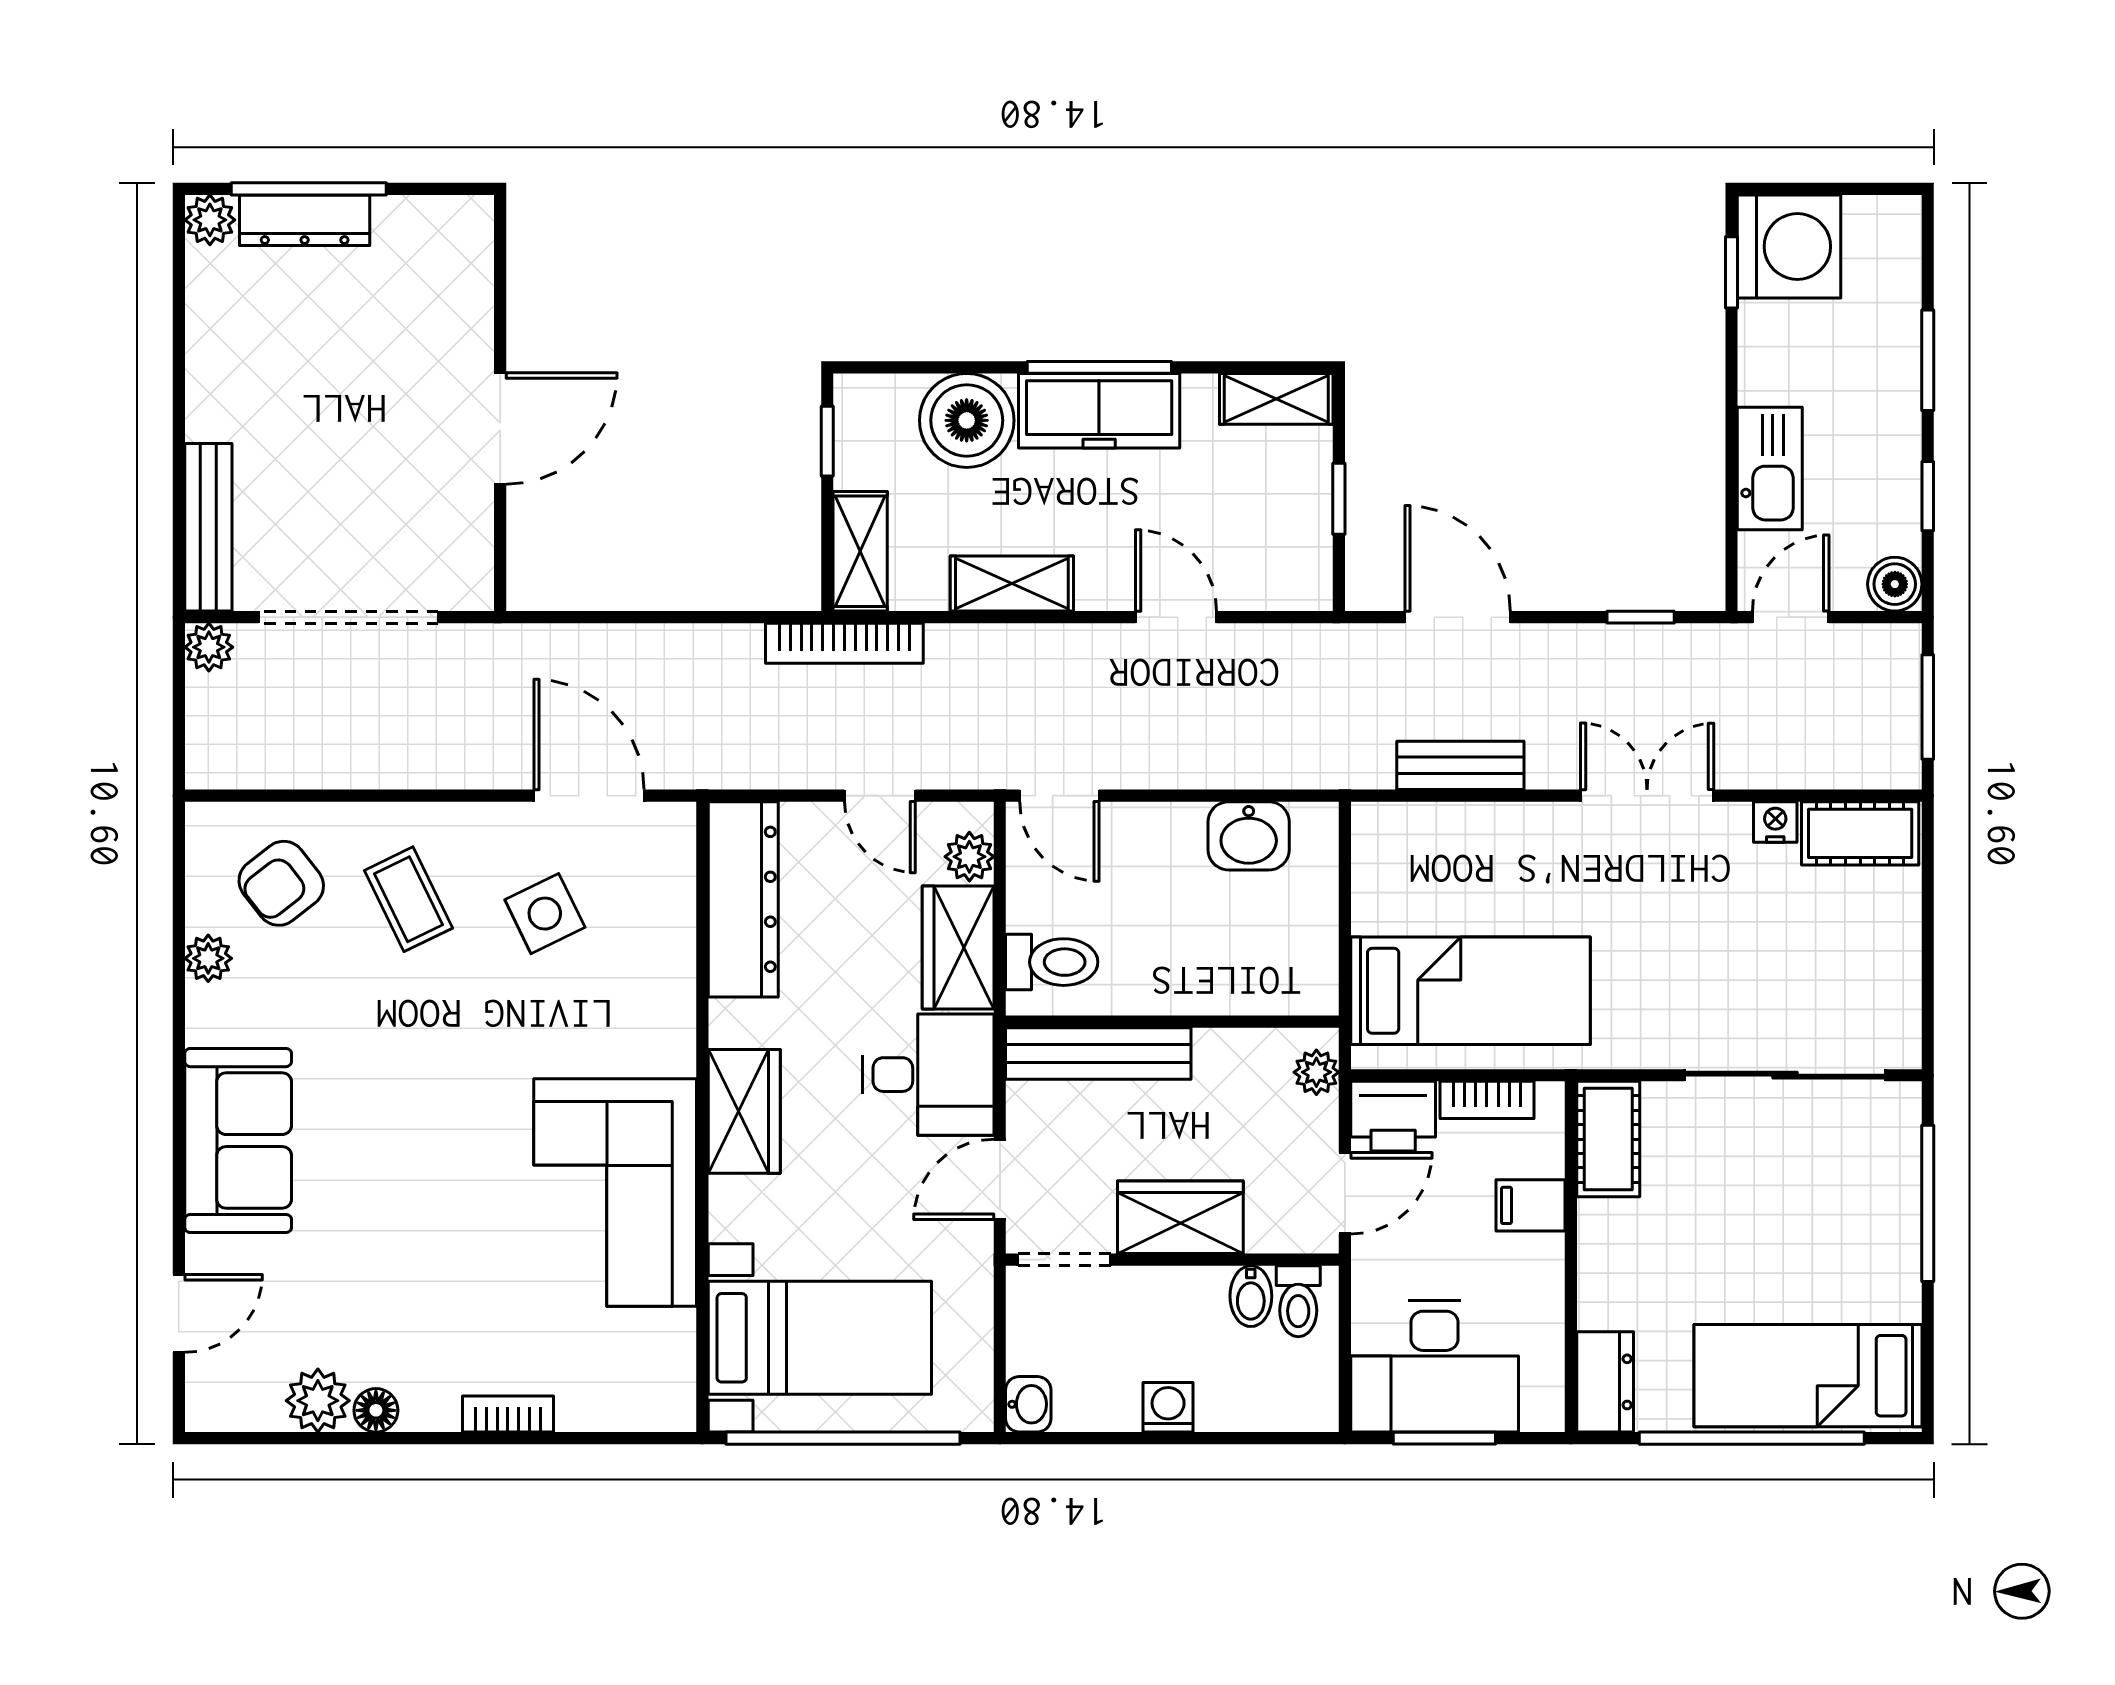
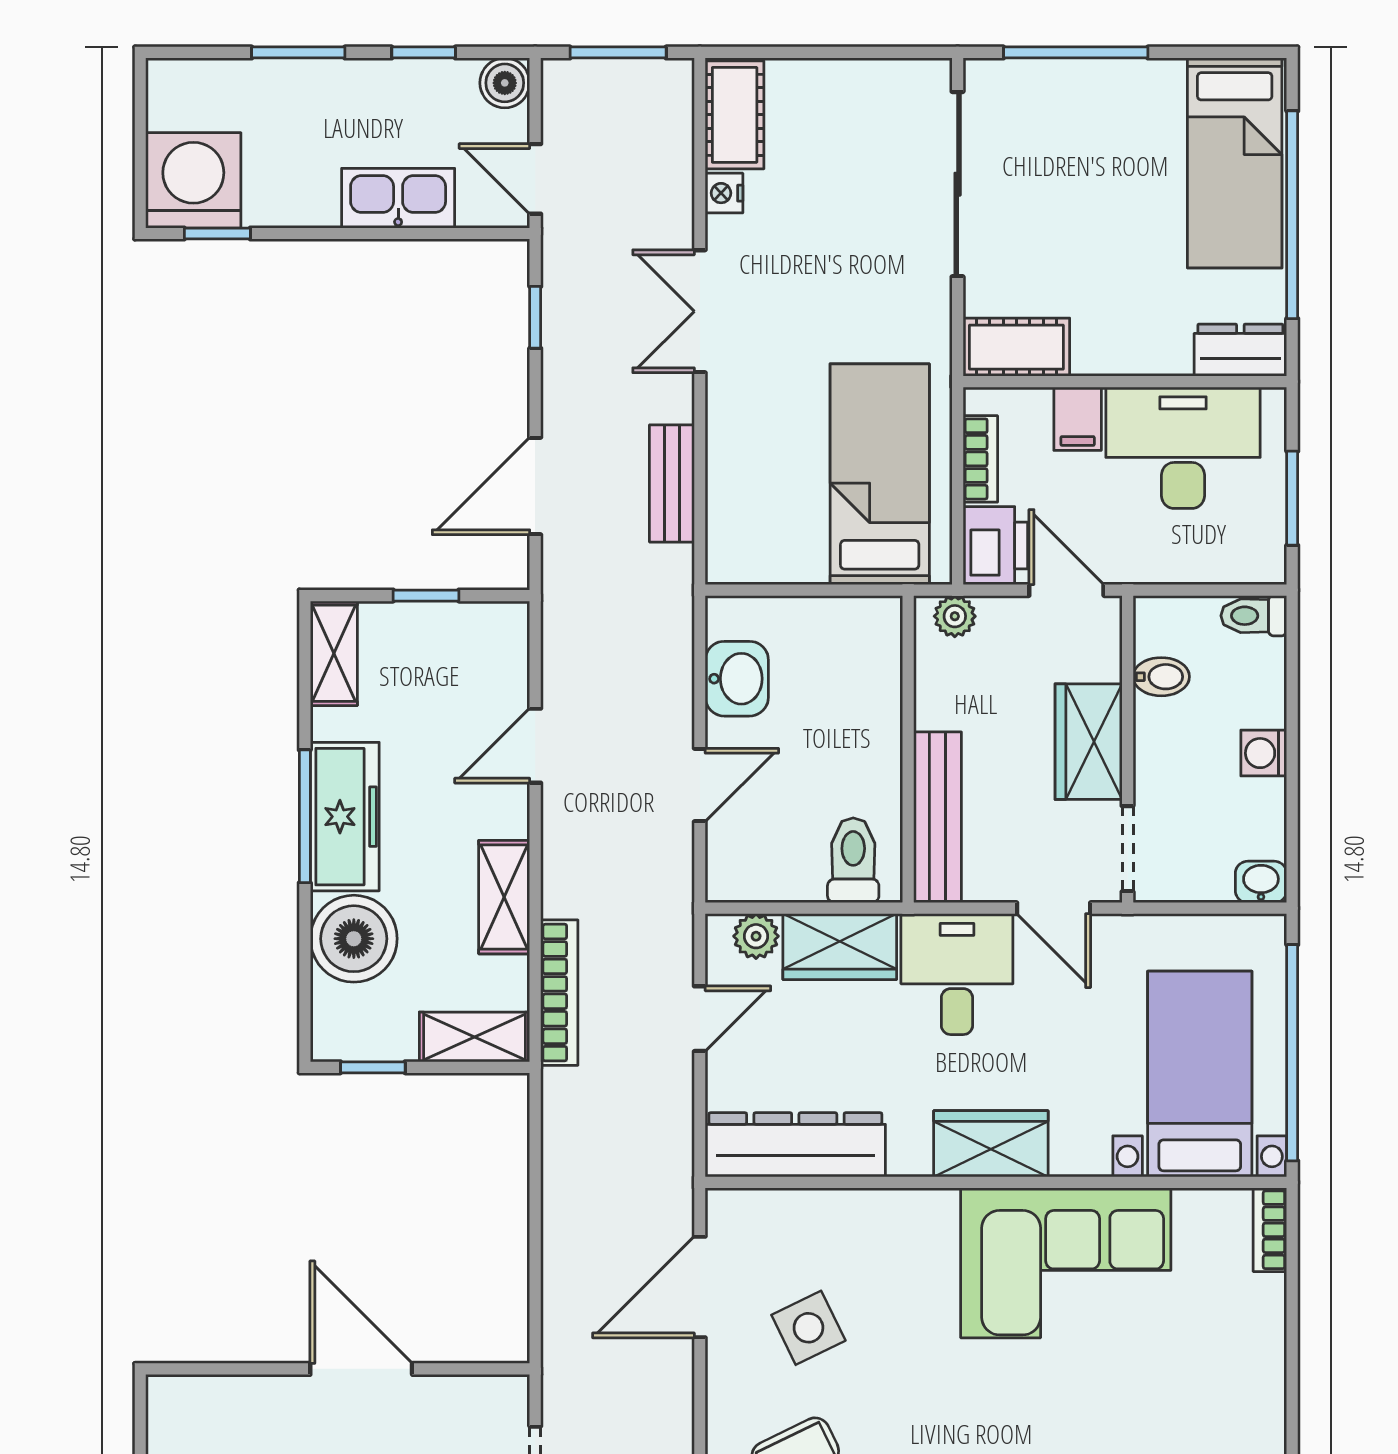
bookcase: (844, 643) -> (559, 993), moved
door: (1059, 796) -> (700, 785), moved
toilet: (1298, 1301) -> (1254, 616), moved, turned 180
desk: (1435, 1366) -> (1183, 448), moved, turned -90
bookcase: (508, 1414) -> (1270, 1230), moved

